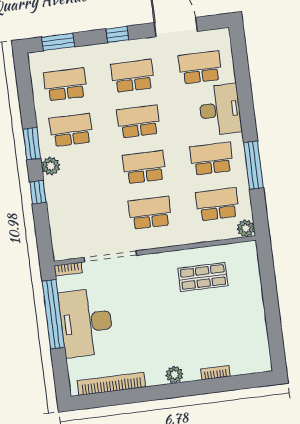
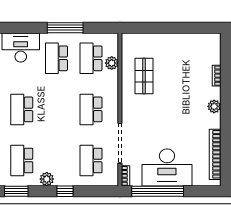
window: (32, 144) -> (16, 191), moved
school desk: (144, 167) -> (91, 161), moved
plant: (246, 228) -> (112, 63), moved

